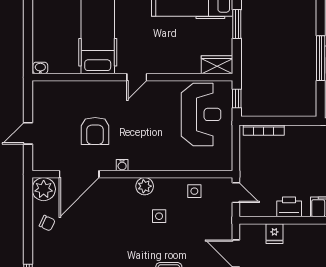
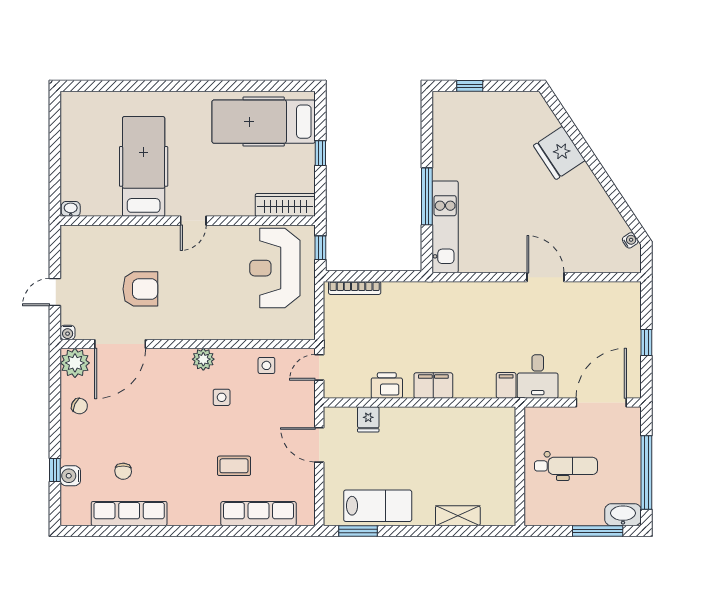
window: (237, 24) -> (320, 153), width x0.67
wardrobe: (217, 65) -> (285, 205), width x1.50
reception desk: (201, 114) -> (275, 268), turned 180
armchair: (95, 131) -> (140, 289), turned -90
water cooler: (122, 165) -> (68, 332), moved
door: (236, 193) -> (319, 367), swing flipped

